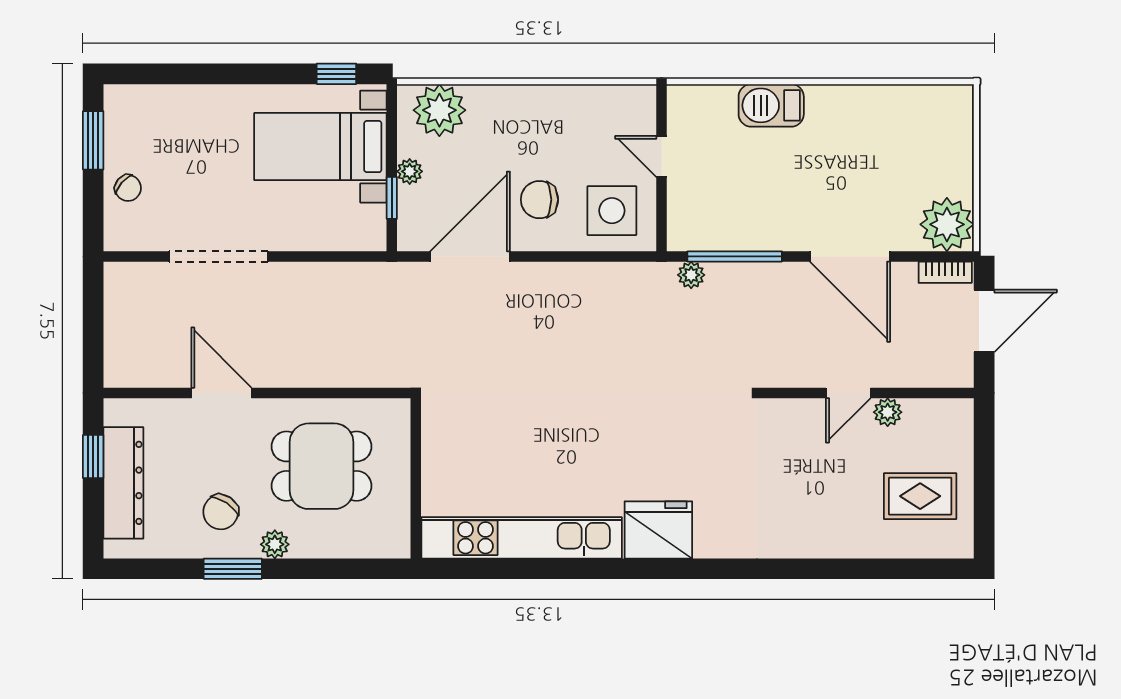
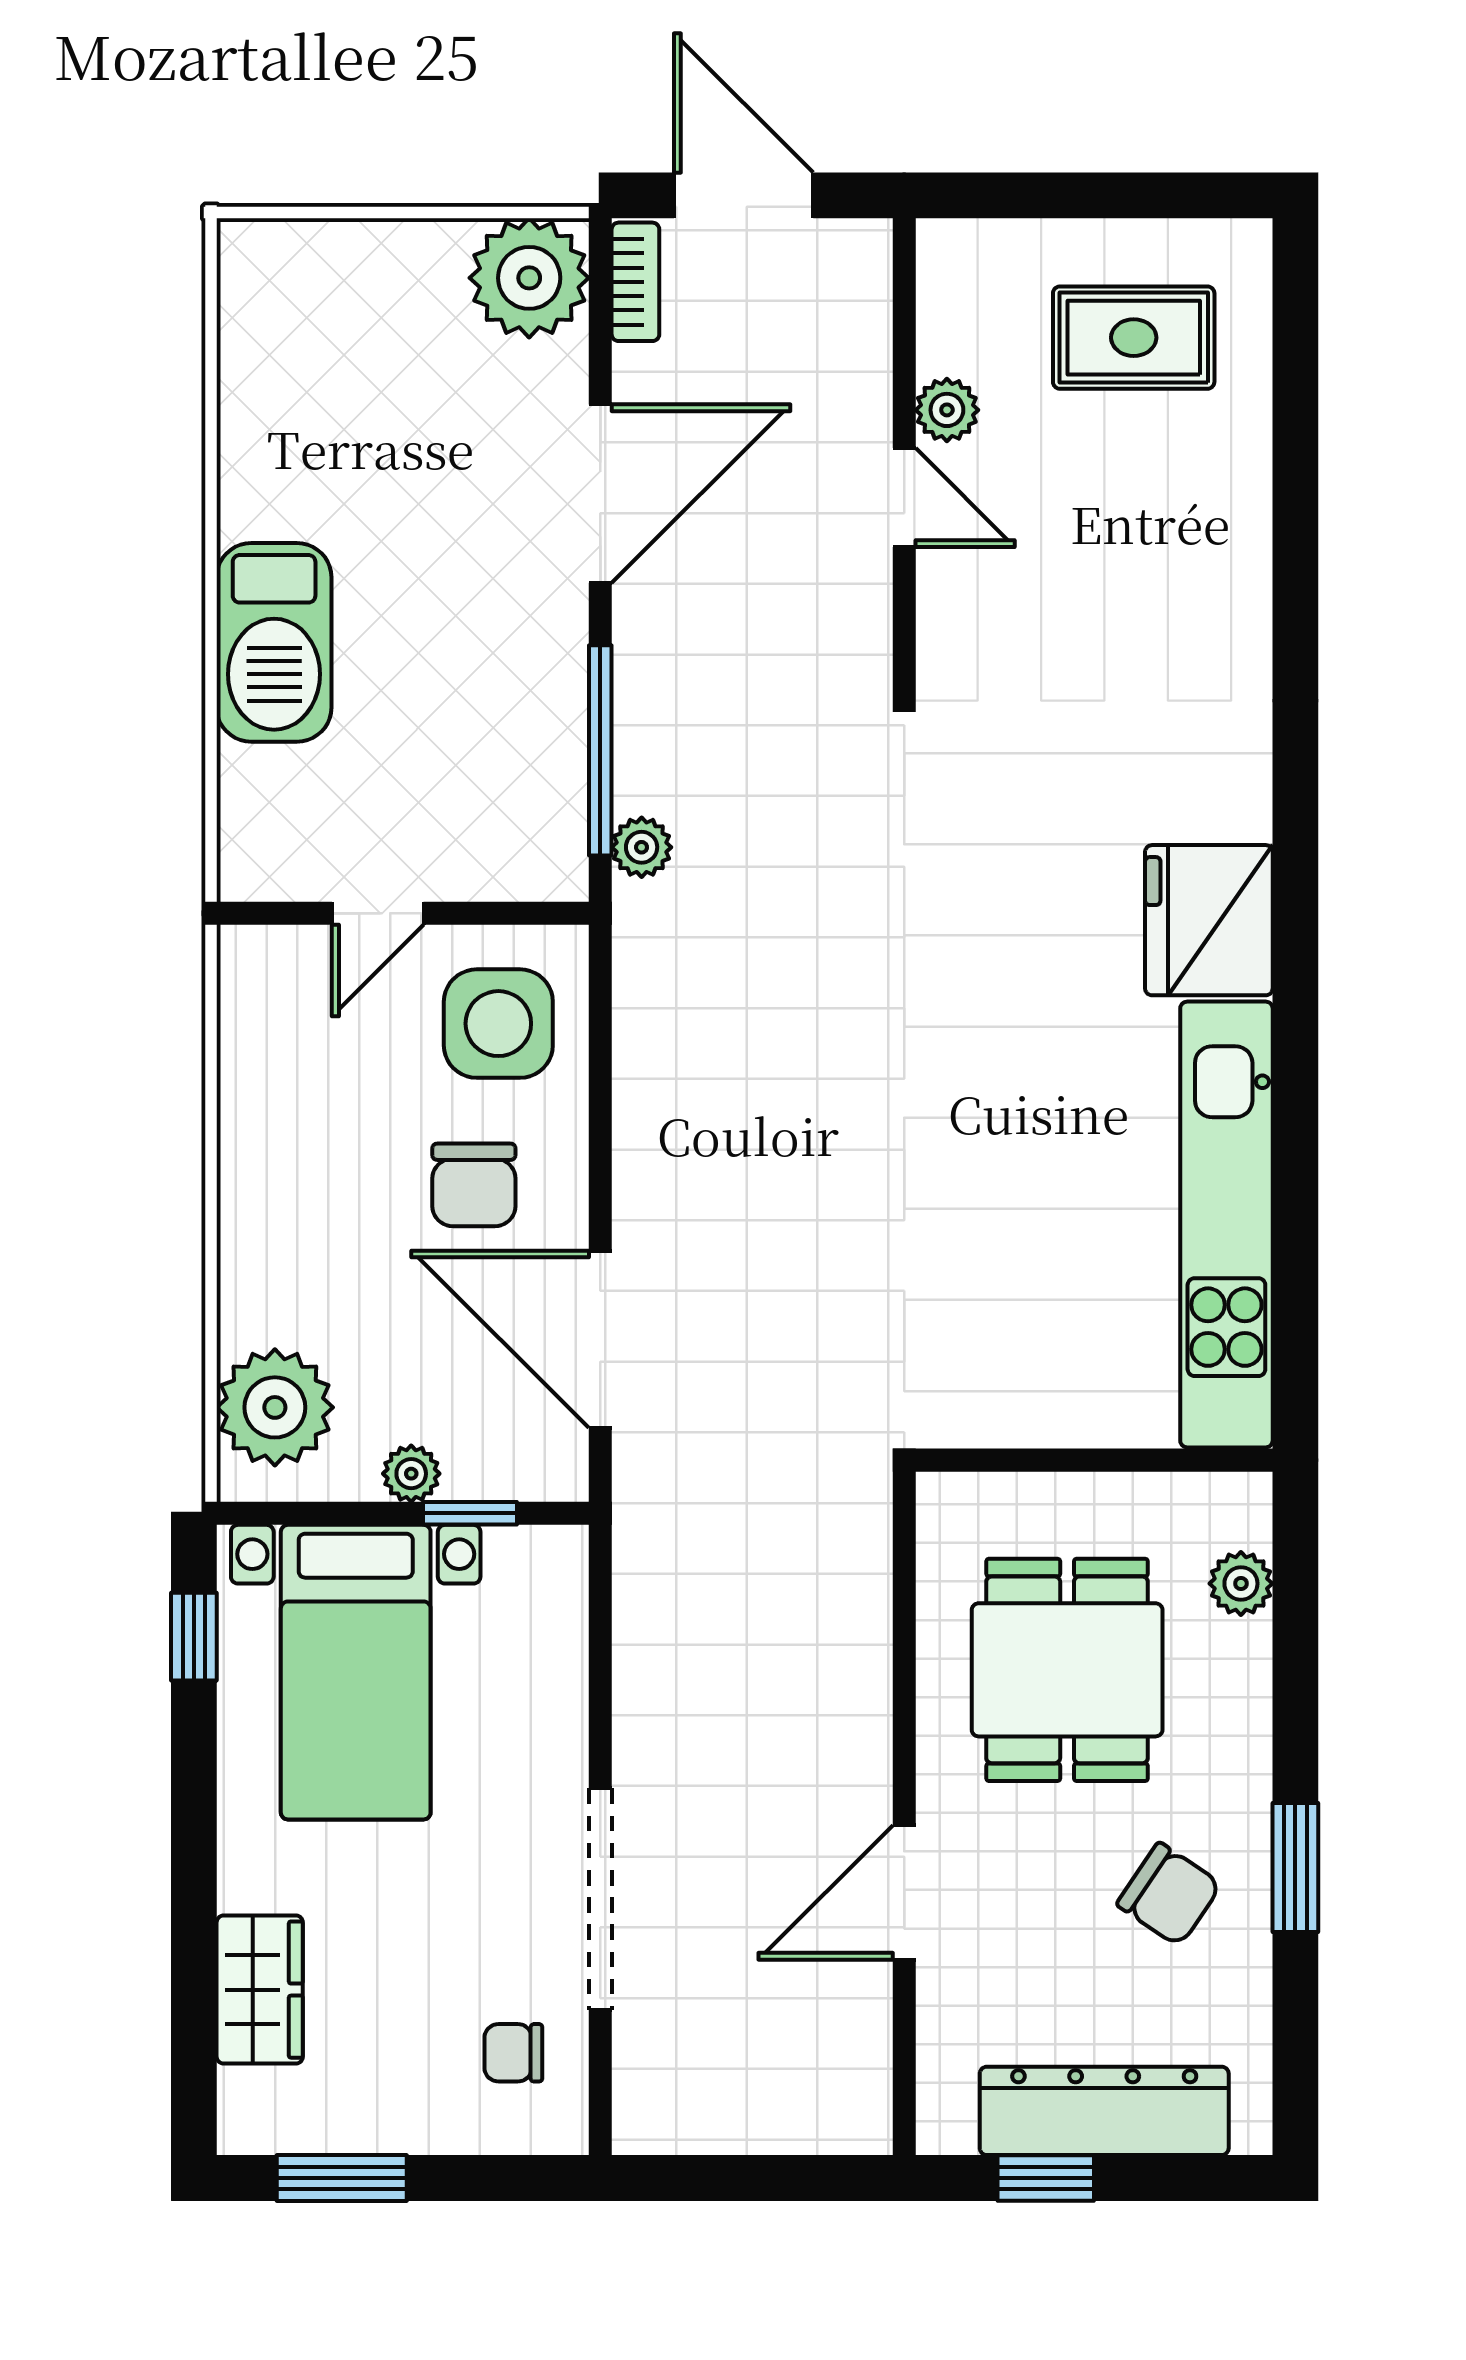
wardrobe: (178, 103) -> (260, 1990), added
barbecue: (771, 105) -> (274, 642), width x1.37, depth x1.21
chair: (128, 188) -> (513, 2053), moved, turned -131
rug: (920, 496) -> (1134, 338), turned 90
plant: (275, 544) -> (1241, 1584), moved

